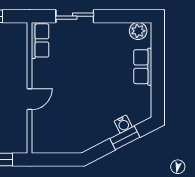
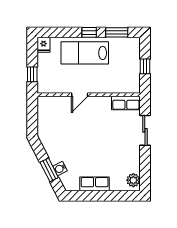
row of seats: (143, 67) -> (95, 184), moved
door: (30, 99) -> (80, 95), hinge flipped

